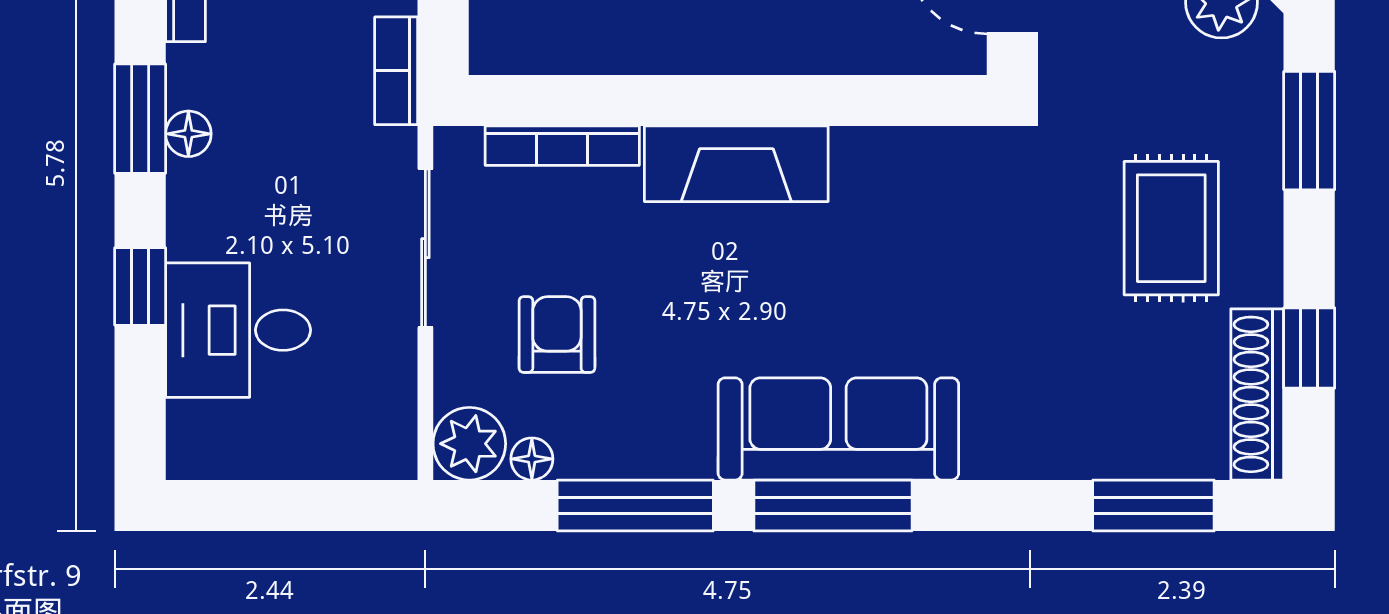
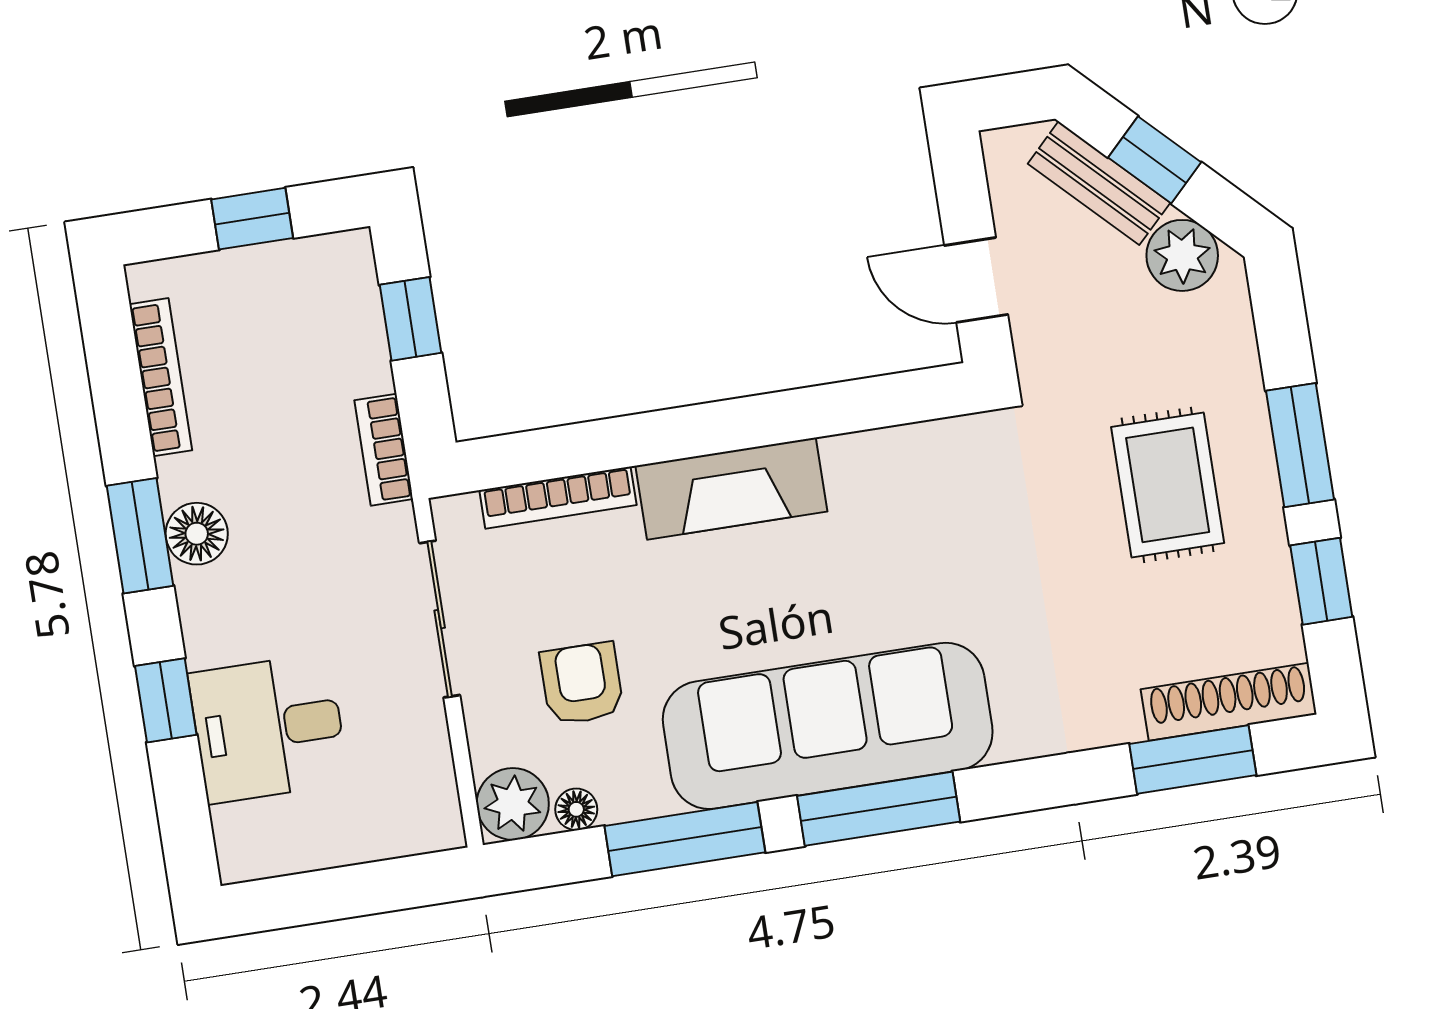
window: (1309, 131) -> (1300, 445), moved
floor lamp: (188, 134) -> (197, 534), width x1.37, depth x1.37
shoe rack: (1257, 394) -> (1229, 702), moved, turned 90
sofa: (838, 429) -> (828, 726), width x1.36, depth x1.27

